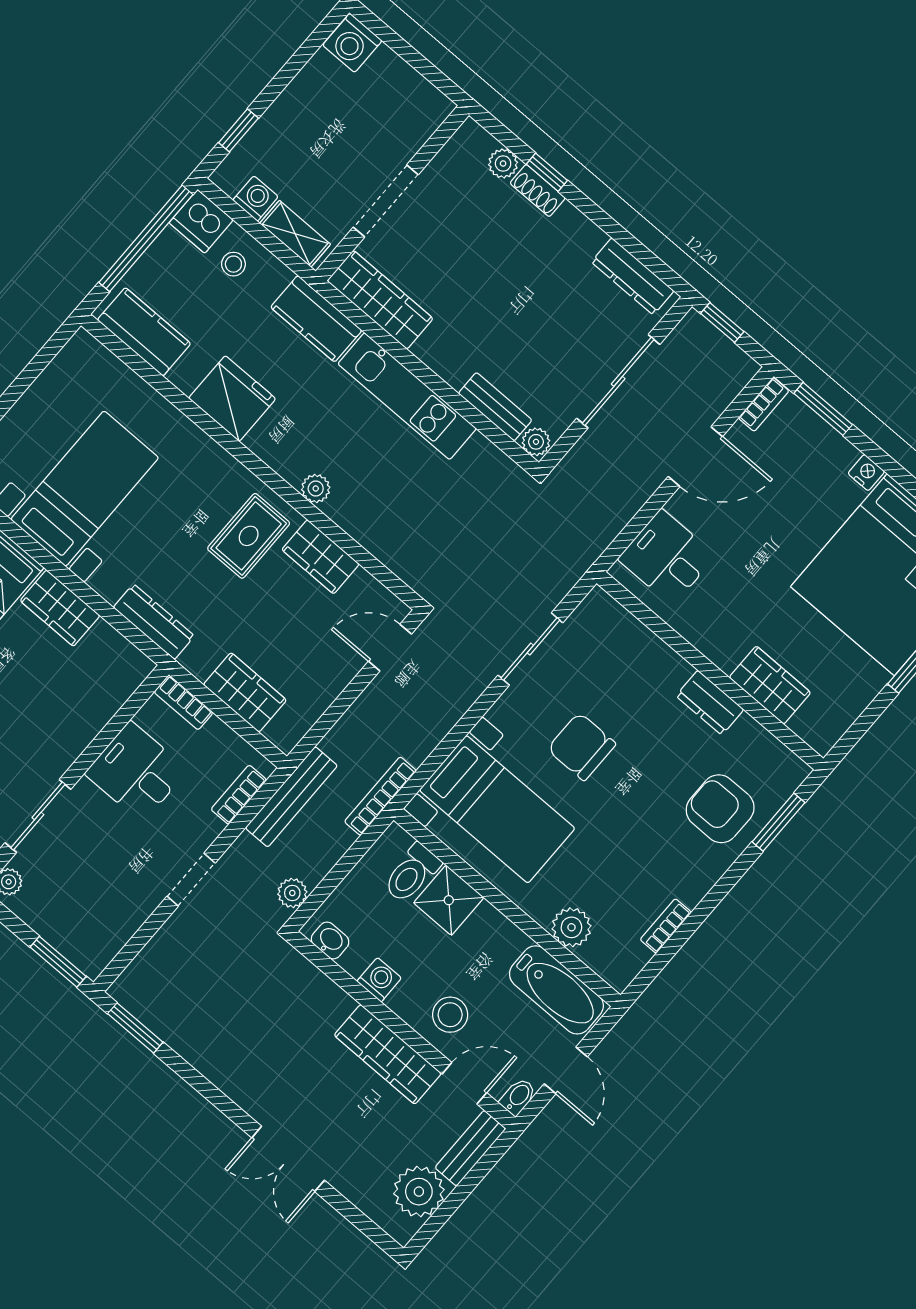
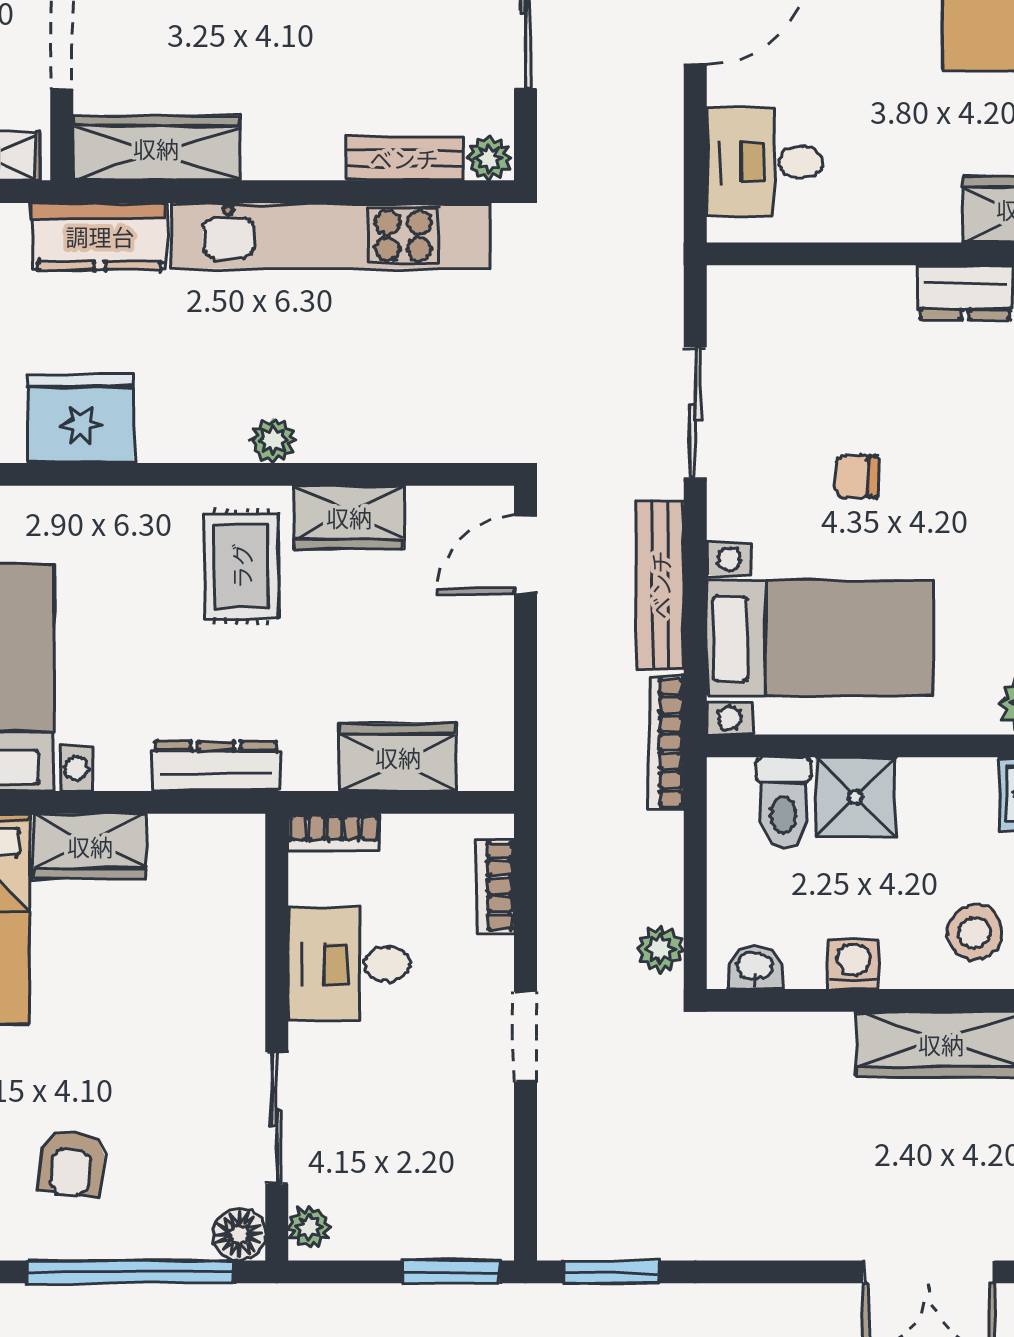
kitchen unit: (407, 396) -> (330, 236), width x1.36
chair: (582, 747) -> (857, 477), width x0.54, depth x0.54
bench: (291, 797) -> (660, 585), moved

